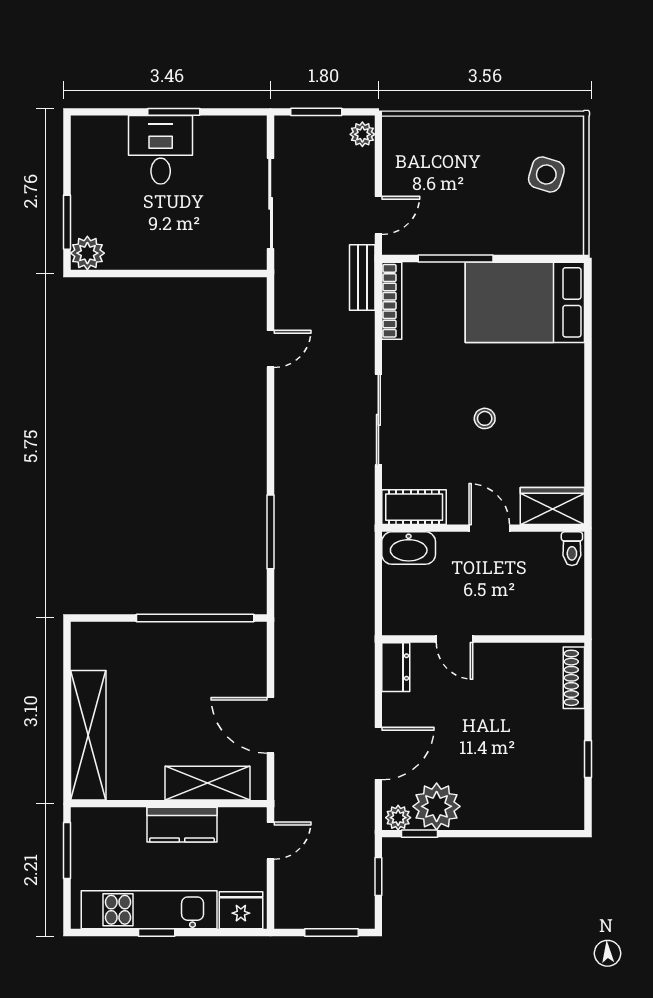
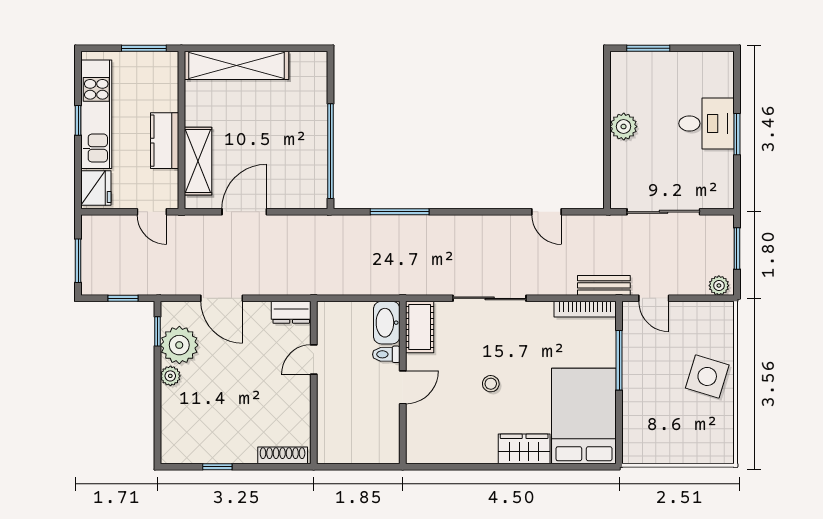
side table: (546, 175) -> (707, 376), moved, width x1.37, depth x1.37
plant: (87, 253) -> (624, 127), moved
wardrobe: (552, 506) -> (524, 449), moved, turned -90
toilet: (572, 549) -> (386, 354), moved
plant: (398, 818) -> (170, 376), moved

